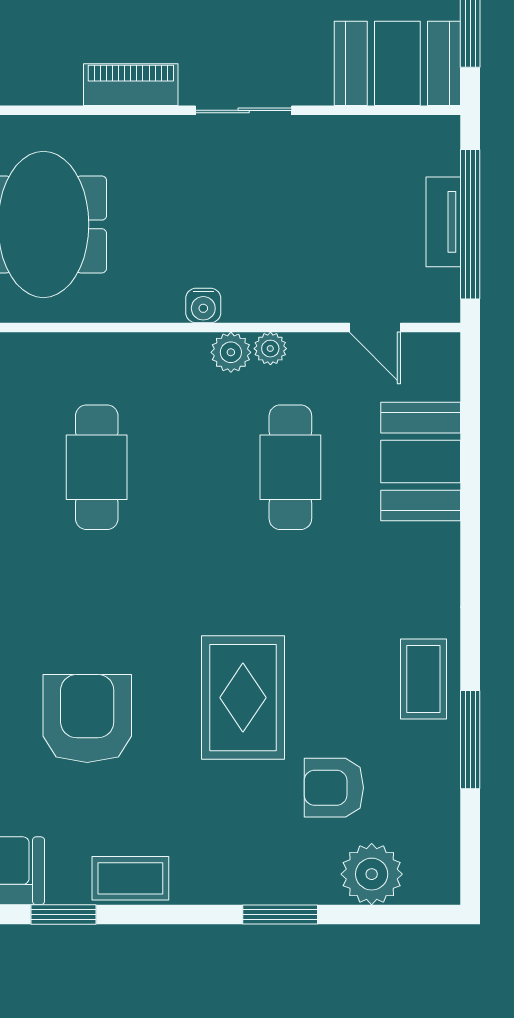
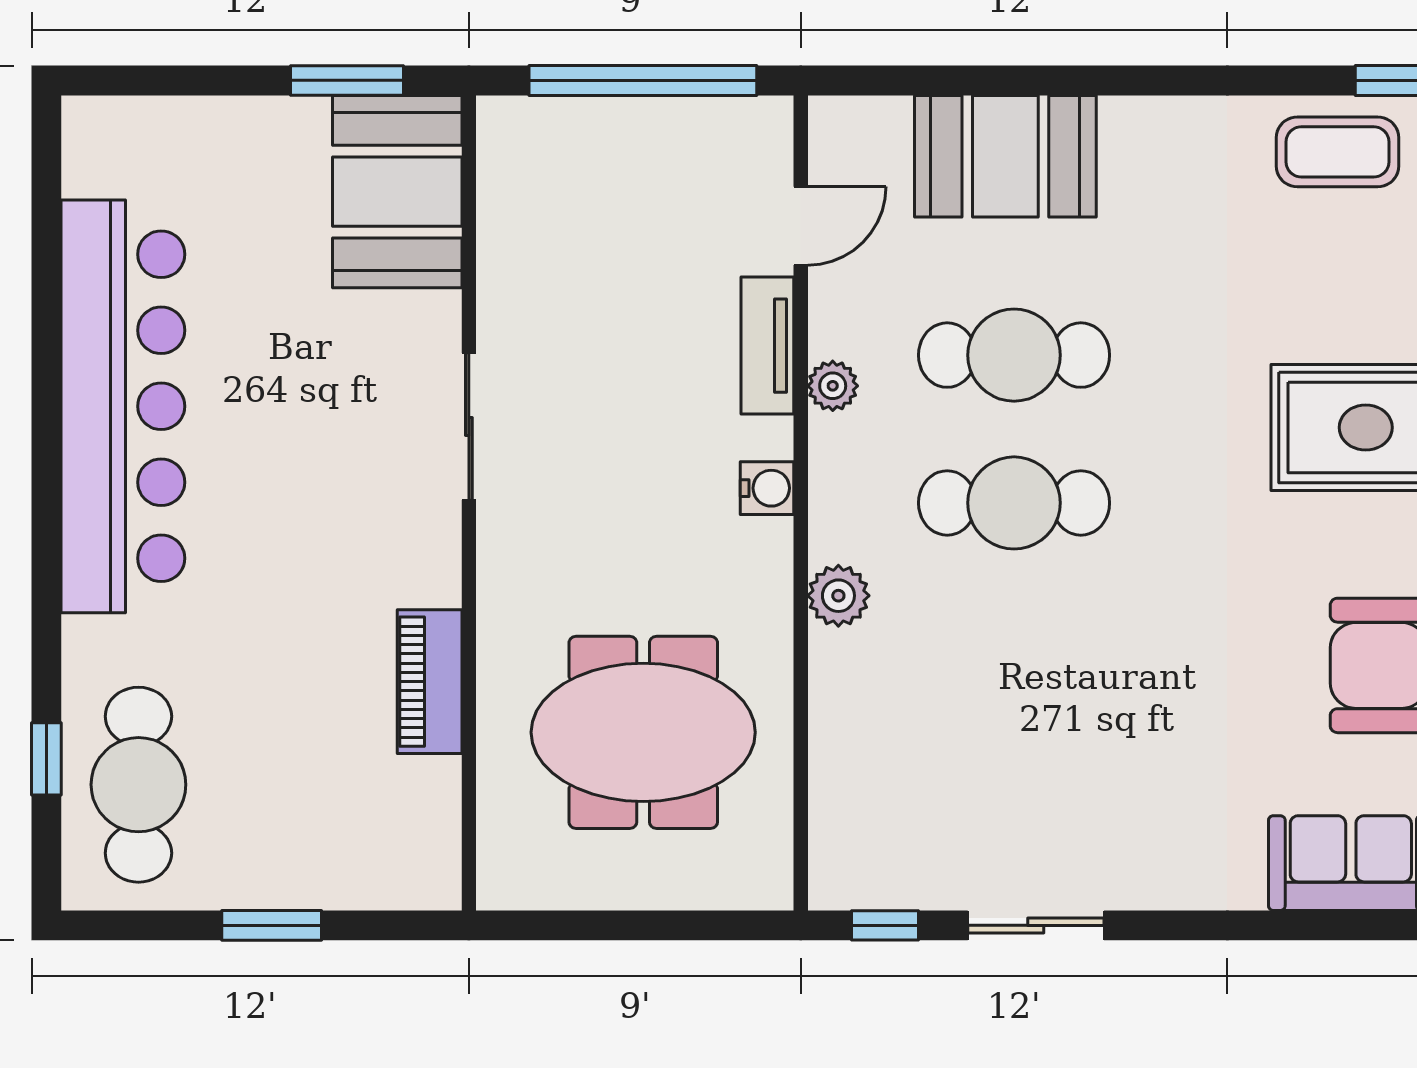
piano: (131, 85) -> (430, 682), moved
tv unit: (443, 222) -> (767, 346), moved, turned 90
plant: (231, 352) -> (838, 596), moved
cafe table: (97, 467) -> (1014, 503), moved

